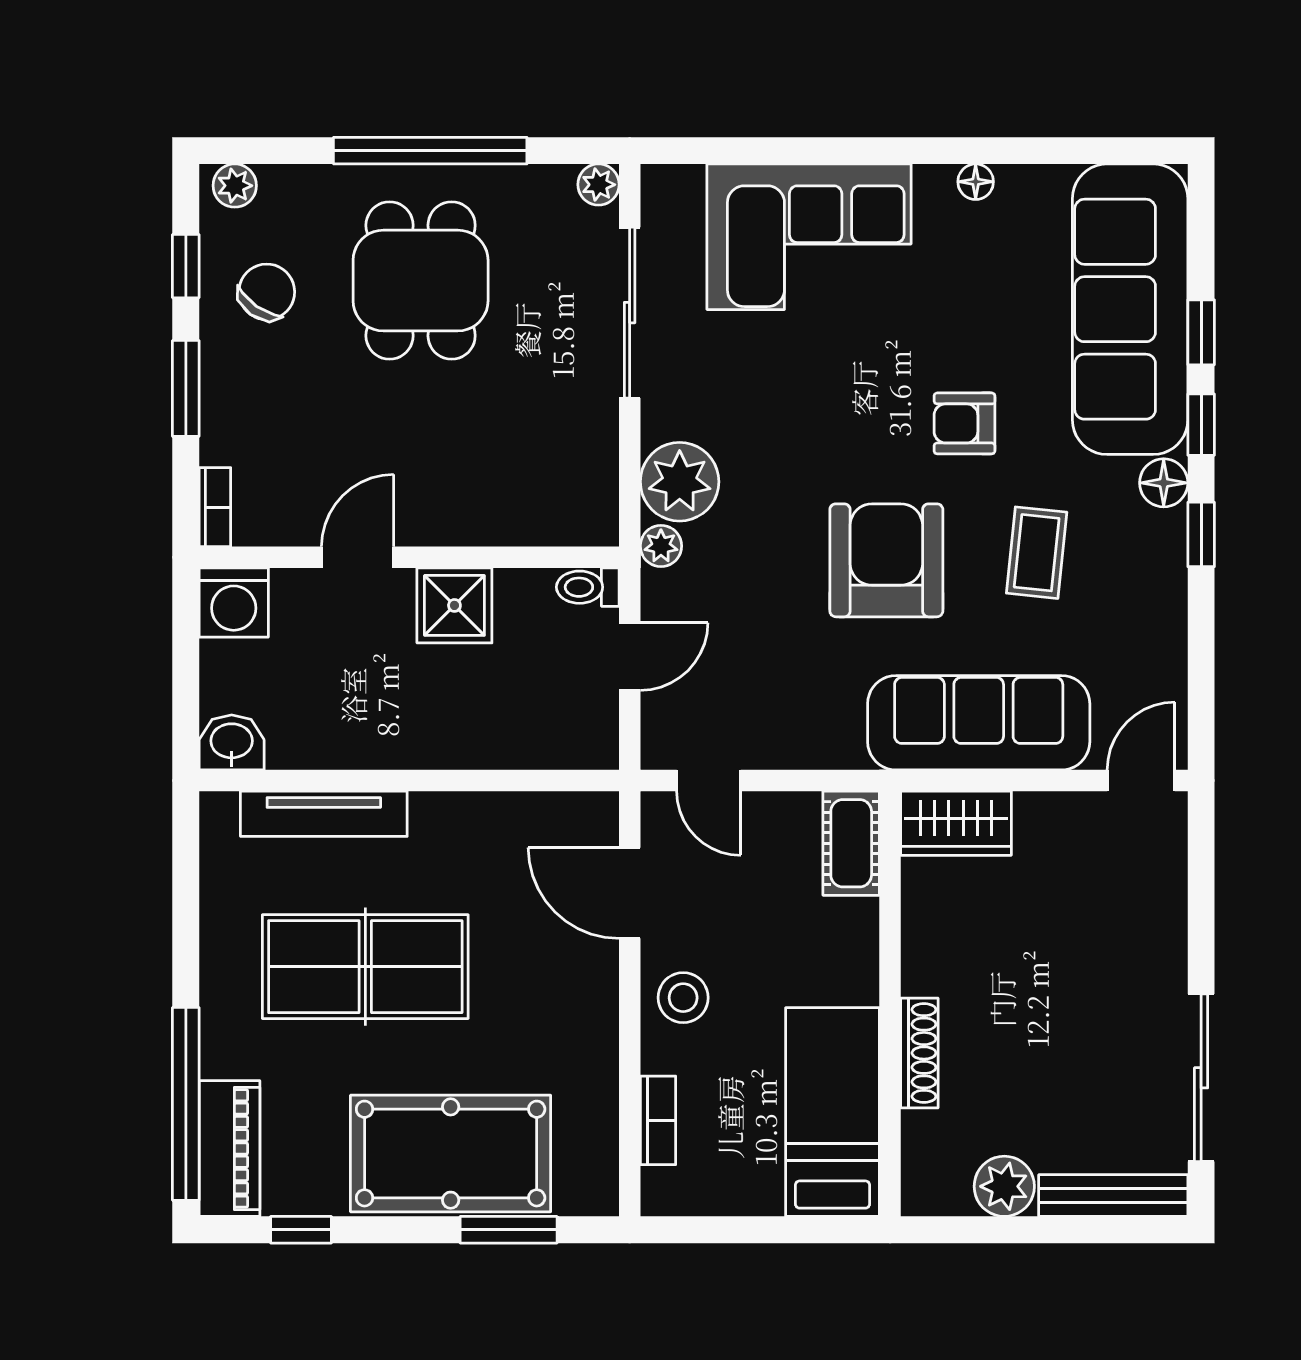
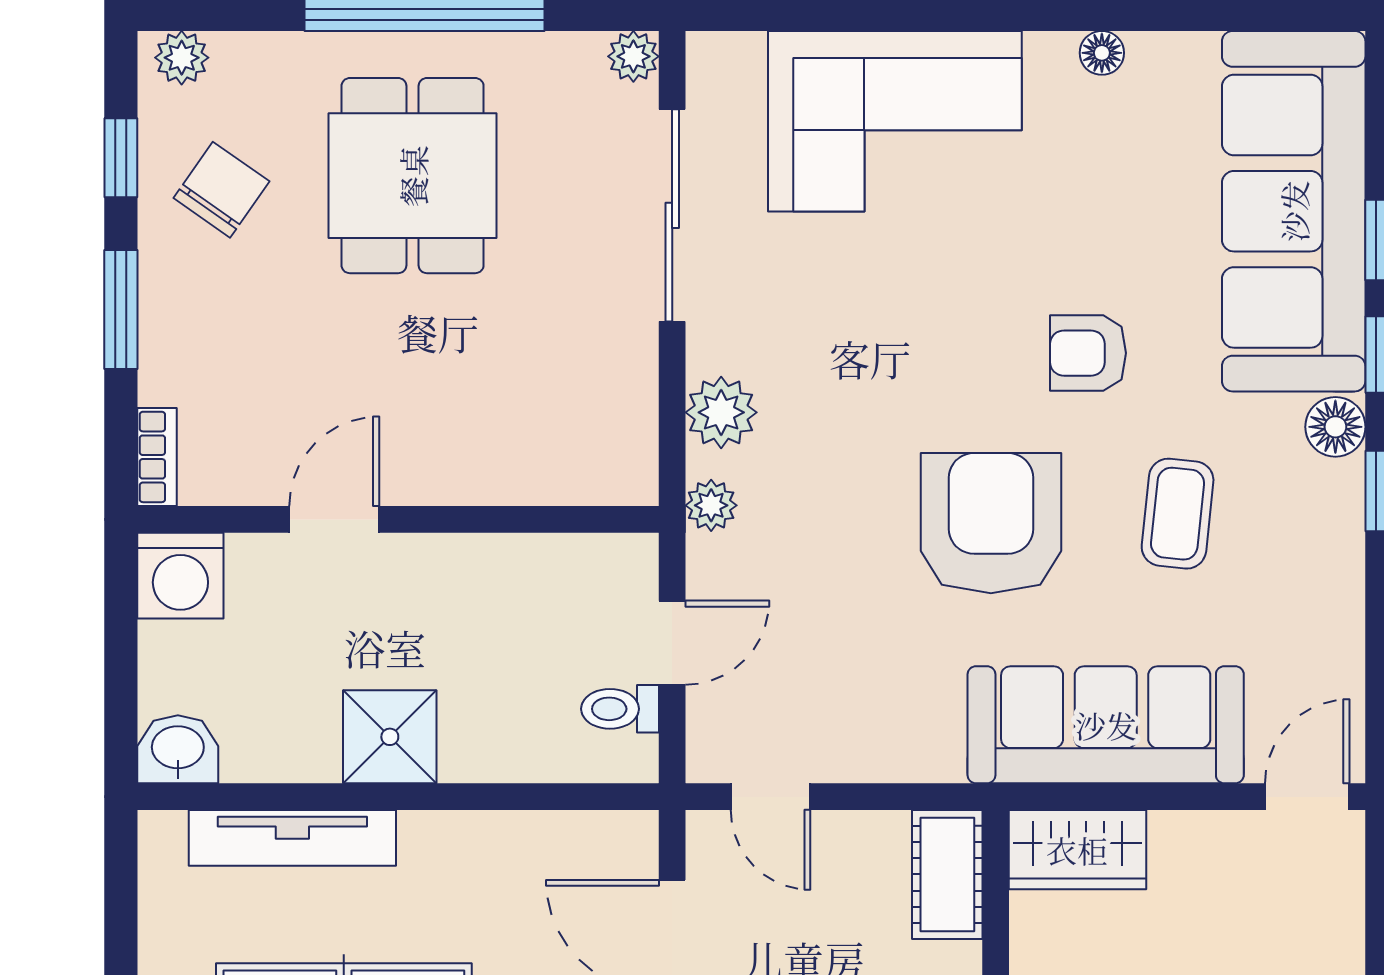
plant: (680, 482) -> (721, 412), width x0.73, depth x0.73
toilet: (588, 587) -> (620, 709), moved
shower: (454, 605) -> (390, 737), moved

